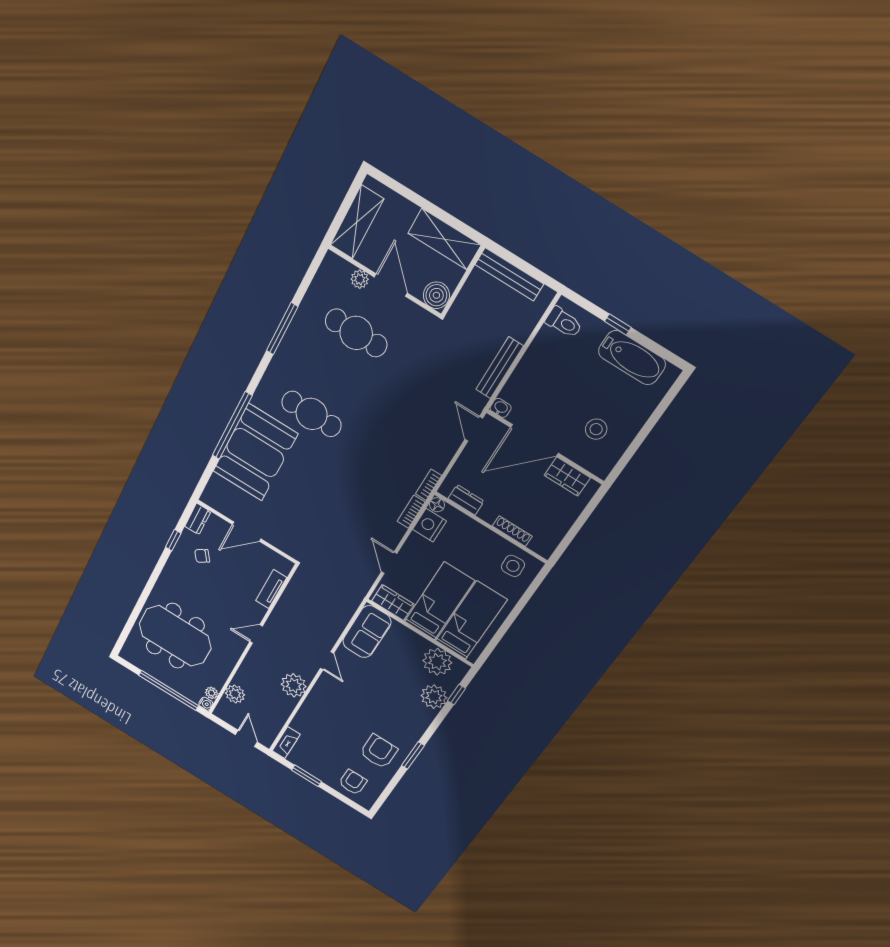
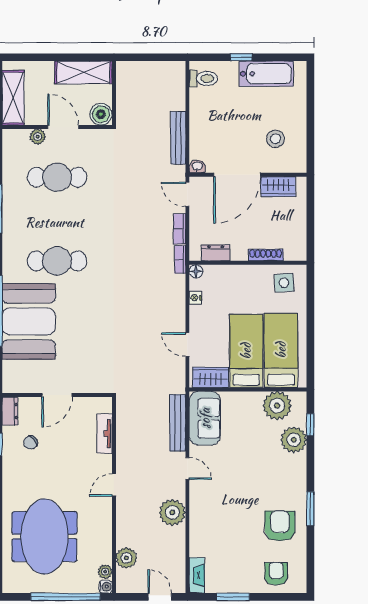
bench: (509, 274) -> (178, 423), moved, turned 90
bookcase: (411, 512) -> (179, 229), moved
nightstand: (429, 525) -> (195, 298), width x0.53, depth x0.56
meeting table: (175, 636) -> (44, 537), turned 90

